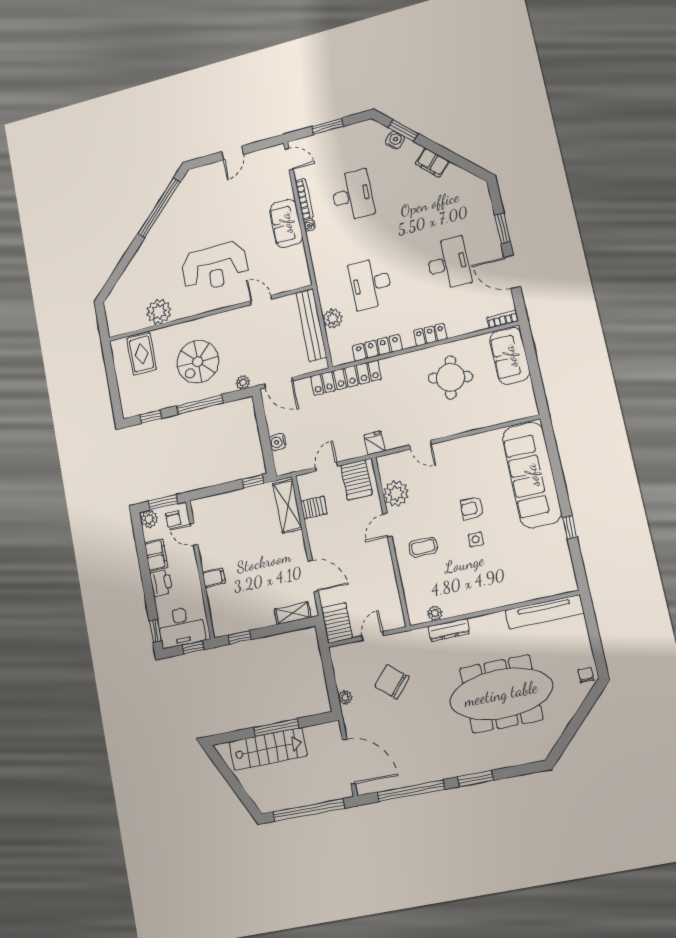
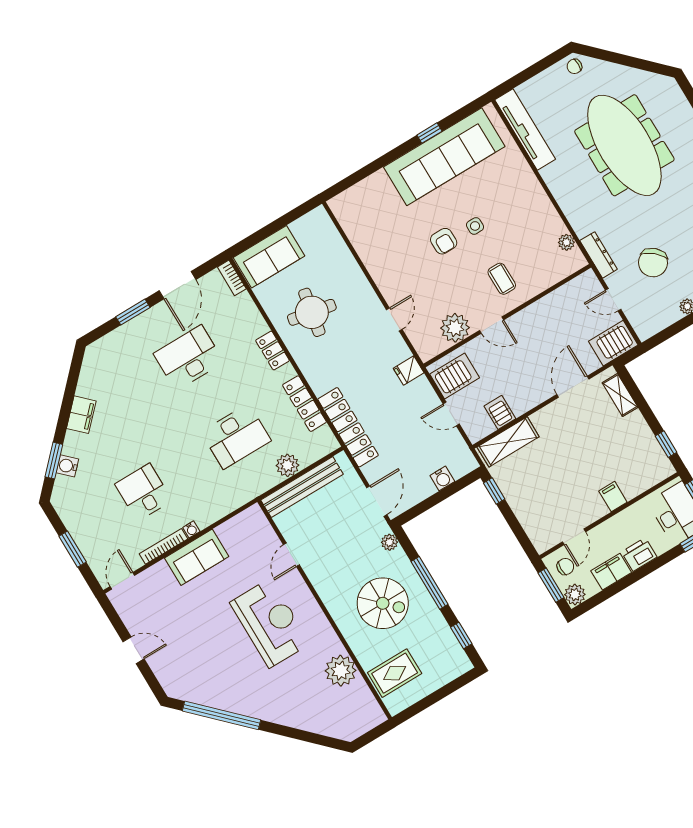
desk: (352, 195) -> (143, 492), width x0.73
sofa: (532, 475) -> (444, 157), moved
dresser: (449, 630) -> (599, 255), moved

